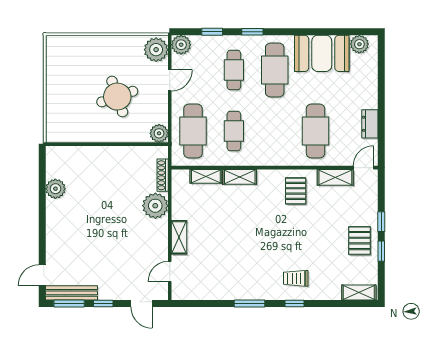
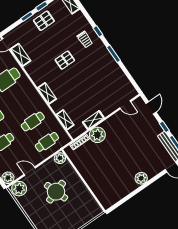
cafe table: (193, 131) -> (47, 142), width x0.73, depth x0.74
shelving: (240, 177) -> (47, 93), moved
plant: (55, 189) -> (141, 178), moved
pallet: (296, 191) -> (65, 60), moved
shelving: (179, 237) -> (93, 120), moved

